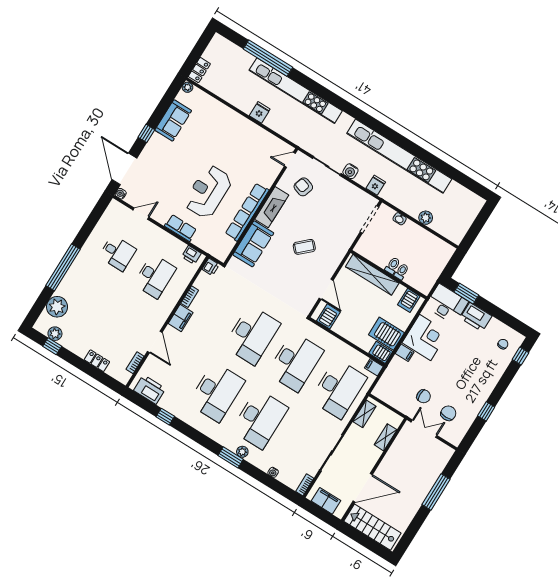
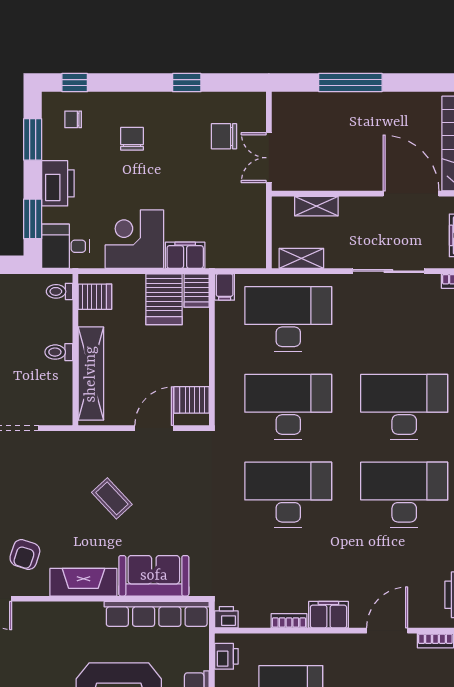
row of seats: (247, 212) -> (157, 614), moved
toilet: (402, 272) -> (59, 291), moved
desk: (447, 304) -> (65, 246), width x0.73
window: (505, 318) -> (33, 139), added
filing cabinet: (405, 353) -> (185, 255), width x2.00
chair: (424, 396) -> (132, 139), moved

